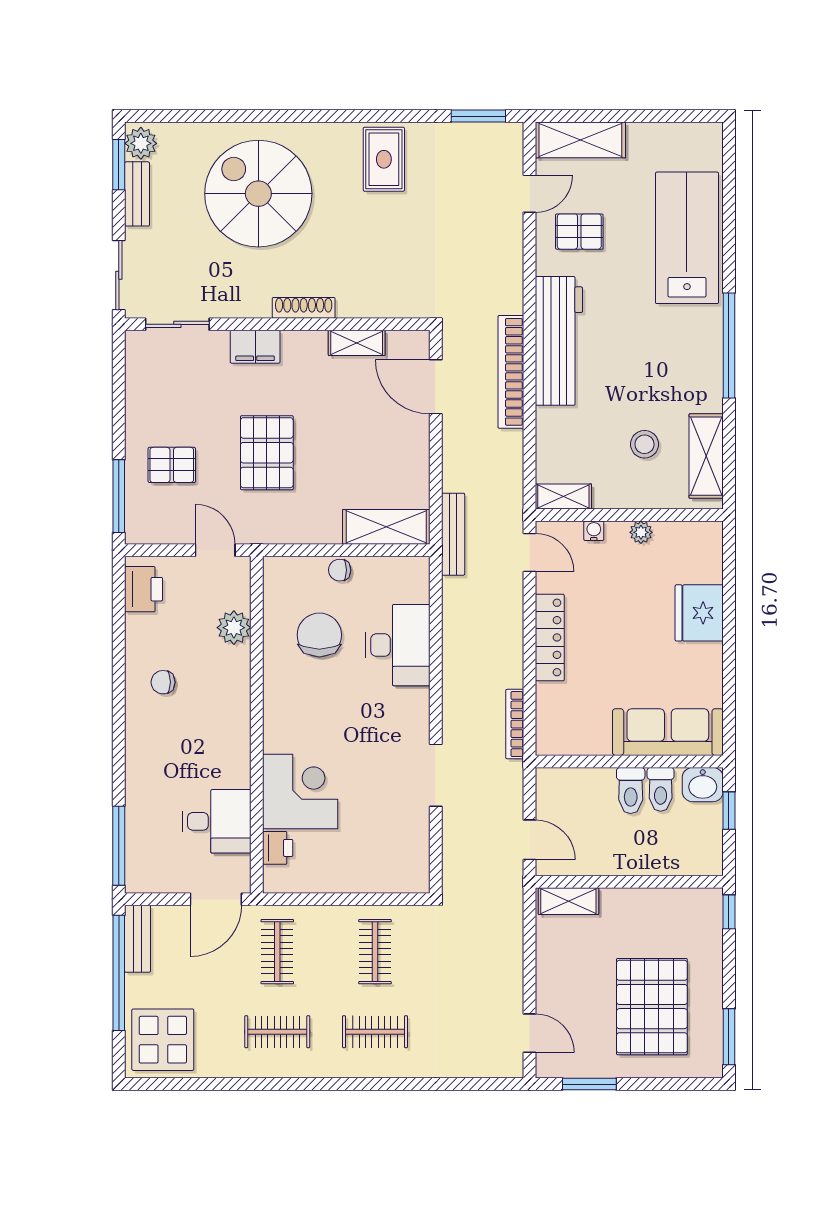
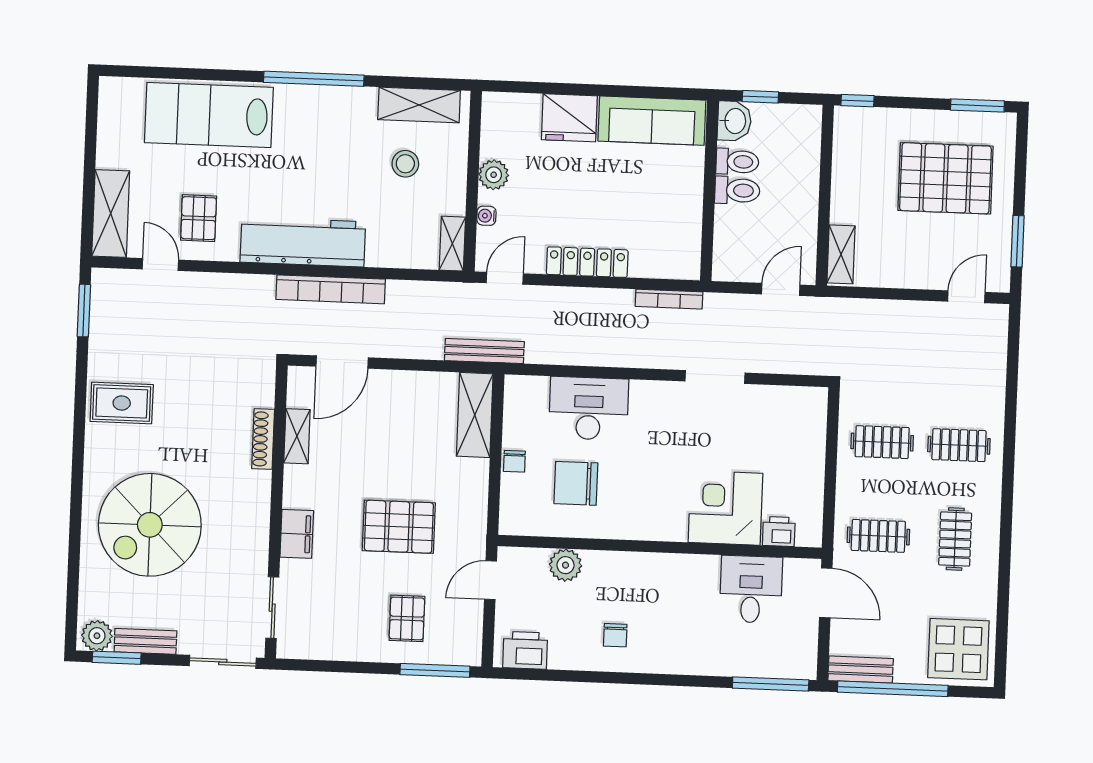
shoe rack: (304, 308) -> (263, 439), moved
plant: (641, 532) -> (494, 175), width x1.38, depth x1.38
sofa: (668, 732) -> (652, 121), moved, turned -90
clothes rail: (375, 1032) -> (959, 445), turned 90

